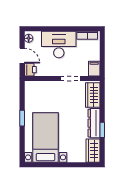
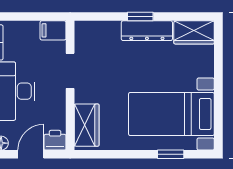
wardrobe: (93, 95) -> (87, 125), moved, turned -90
window: (22, 118) -> (171, 154), moved
window: (102, 130) -> (140, 17), moved

